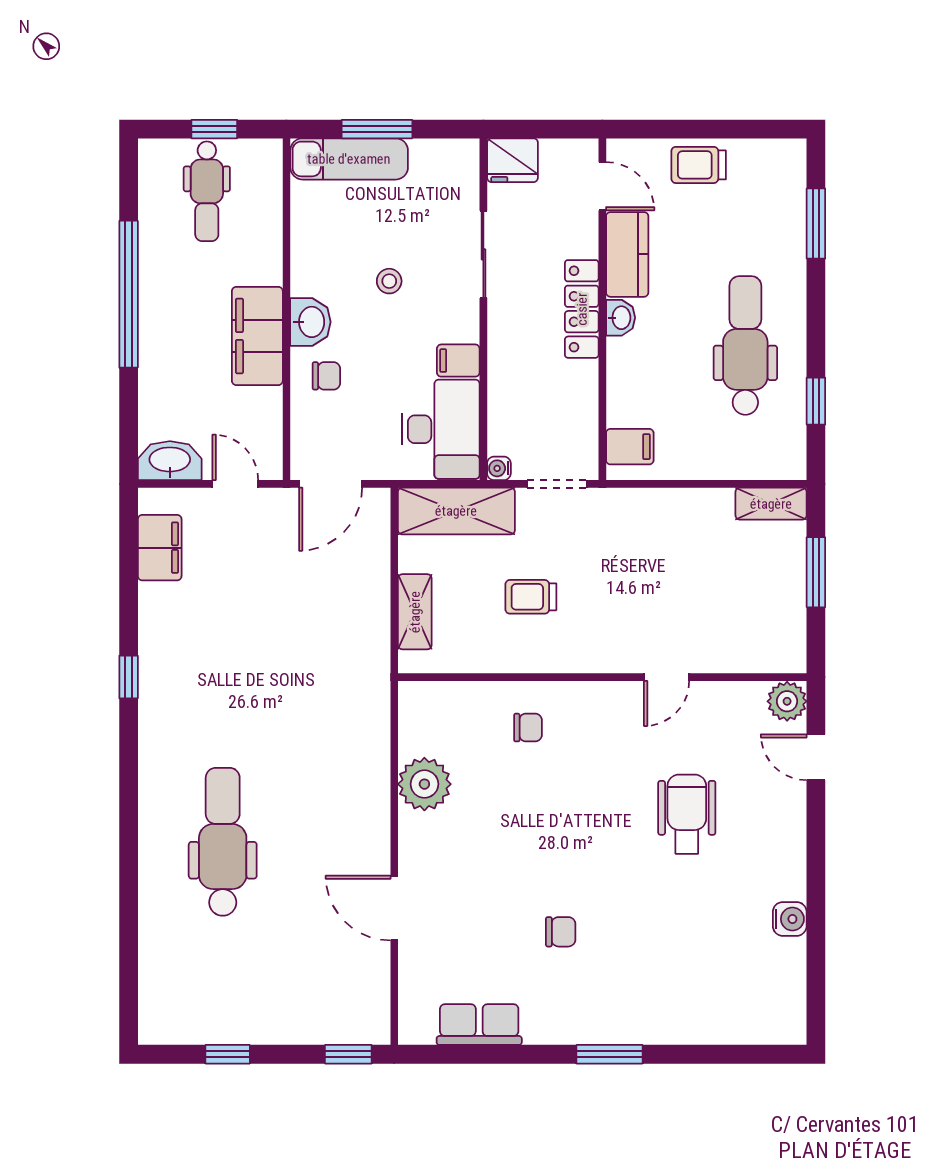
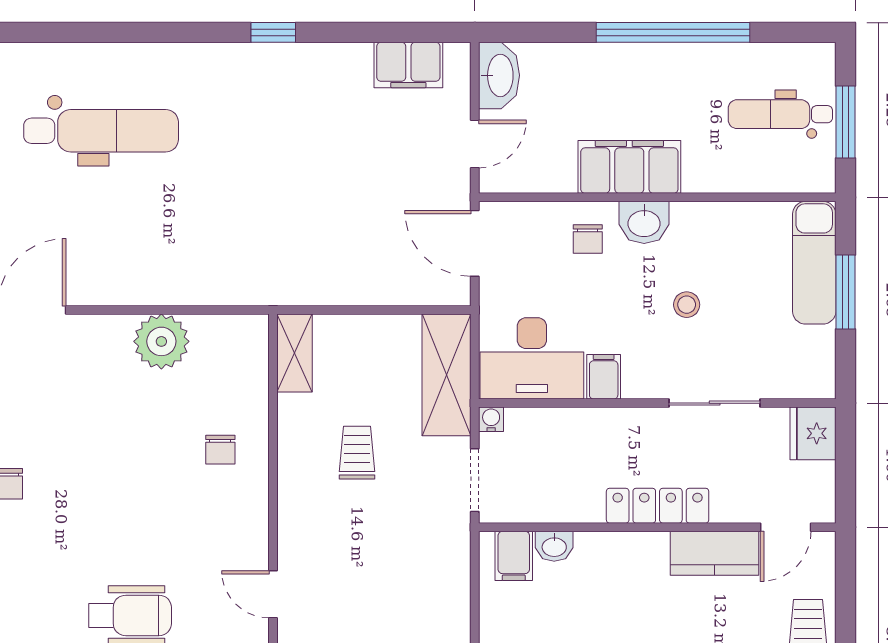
window: (214, 129) -> (845, 122), width x1.50
washbasin: (621, 318) -> (554, 546), moved
shelving: (415, 612) -> (295, 353), moved, turned 90

